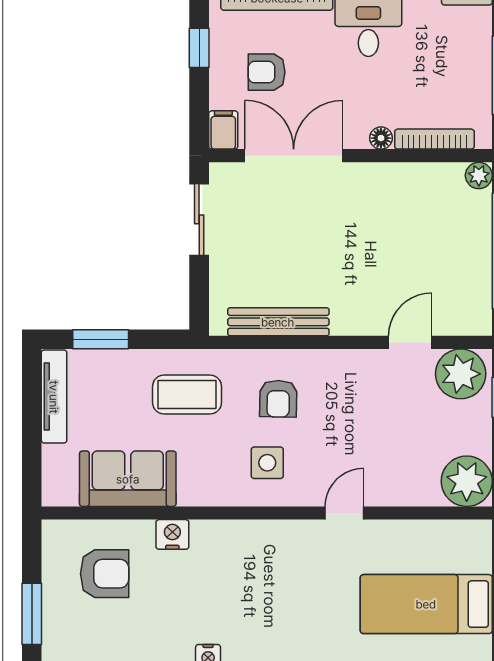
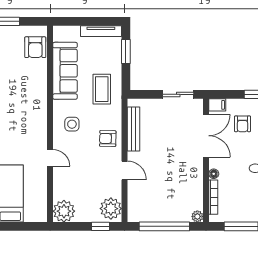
armchair: (267, 72) -> (242, 124), turned 180
door: (410, 342) -> (125, 170), moved
armchair: (278, 399) -> (108, 139), moved
sofa: (128, 479) -> (65, 71), width x1.36
nightstand: (172, 534) -> (41, 83), removed
armchair: (105, 574) -> (35, 47), moved

